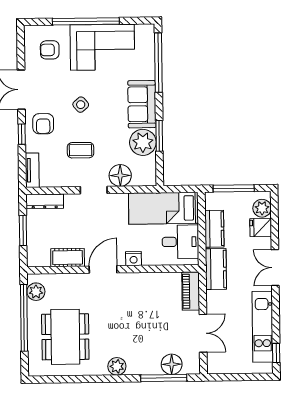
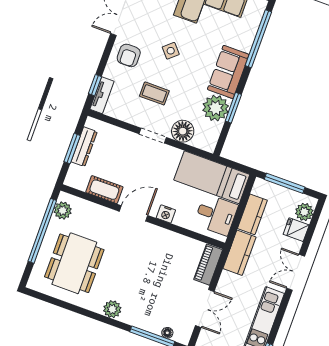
window: (22, 134) -> (95, 85), moved
dresser: (45, 201) -> (84, 147), moved, turned -90
floor lamp: (172, 364) -> (167, 333), width x0.53, depth x0.53

